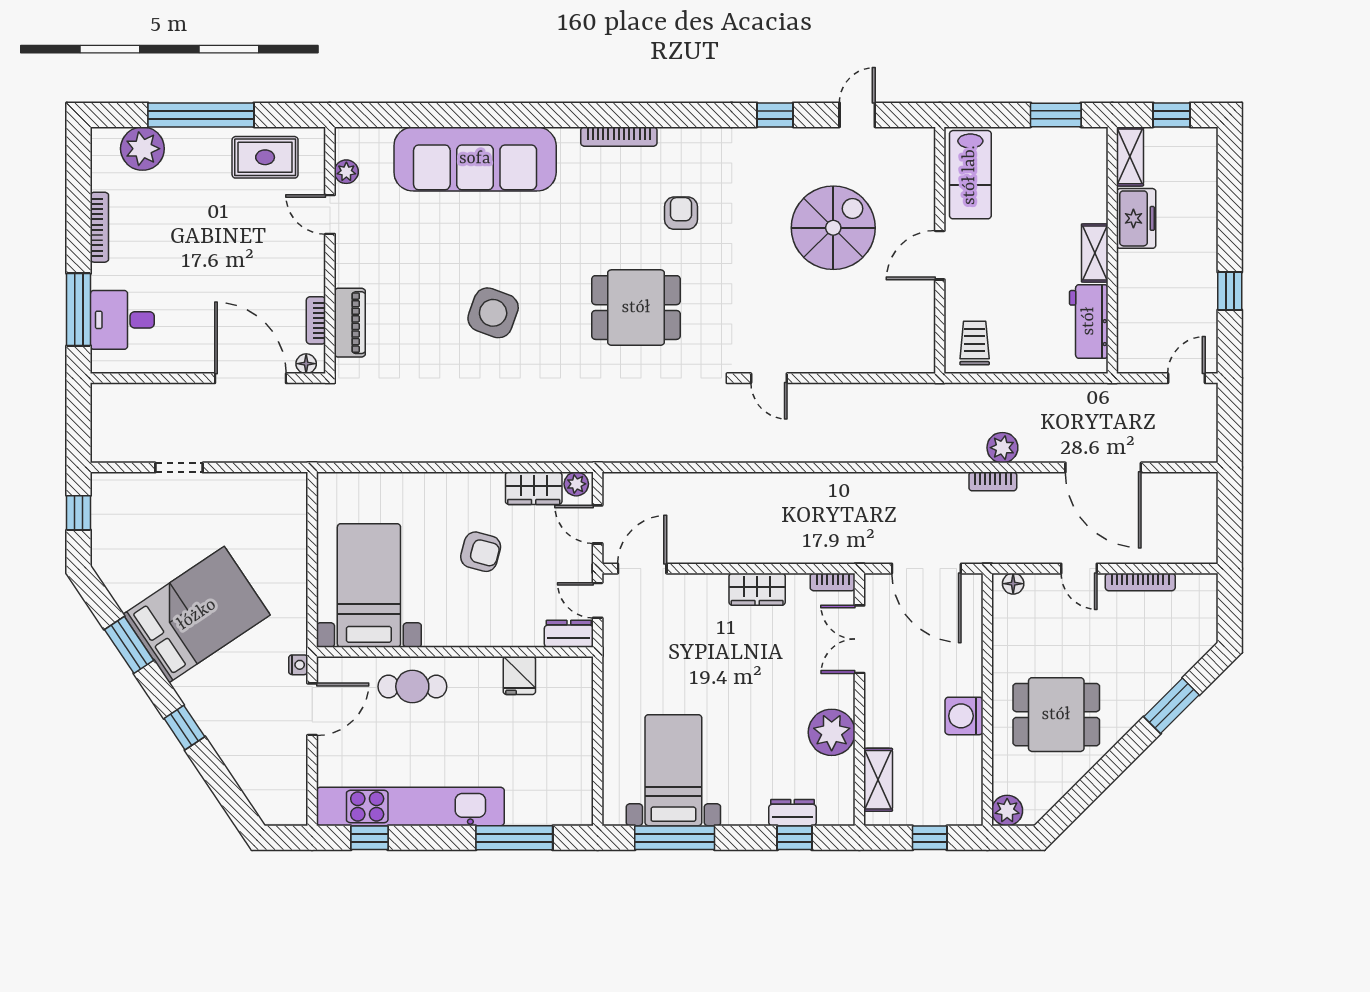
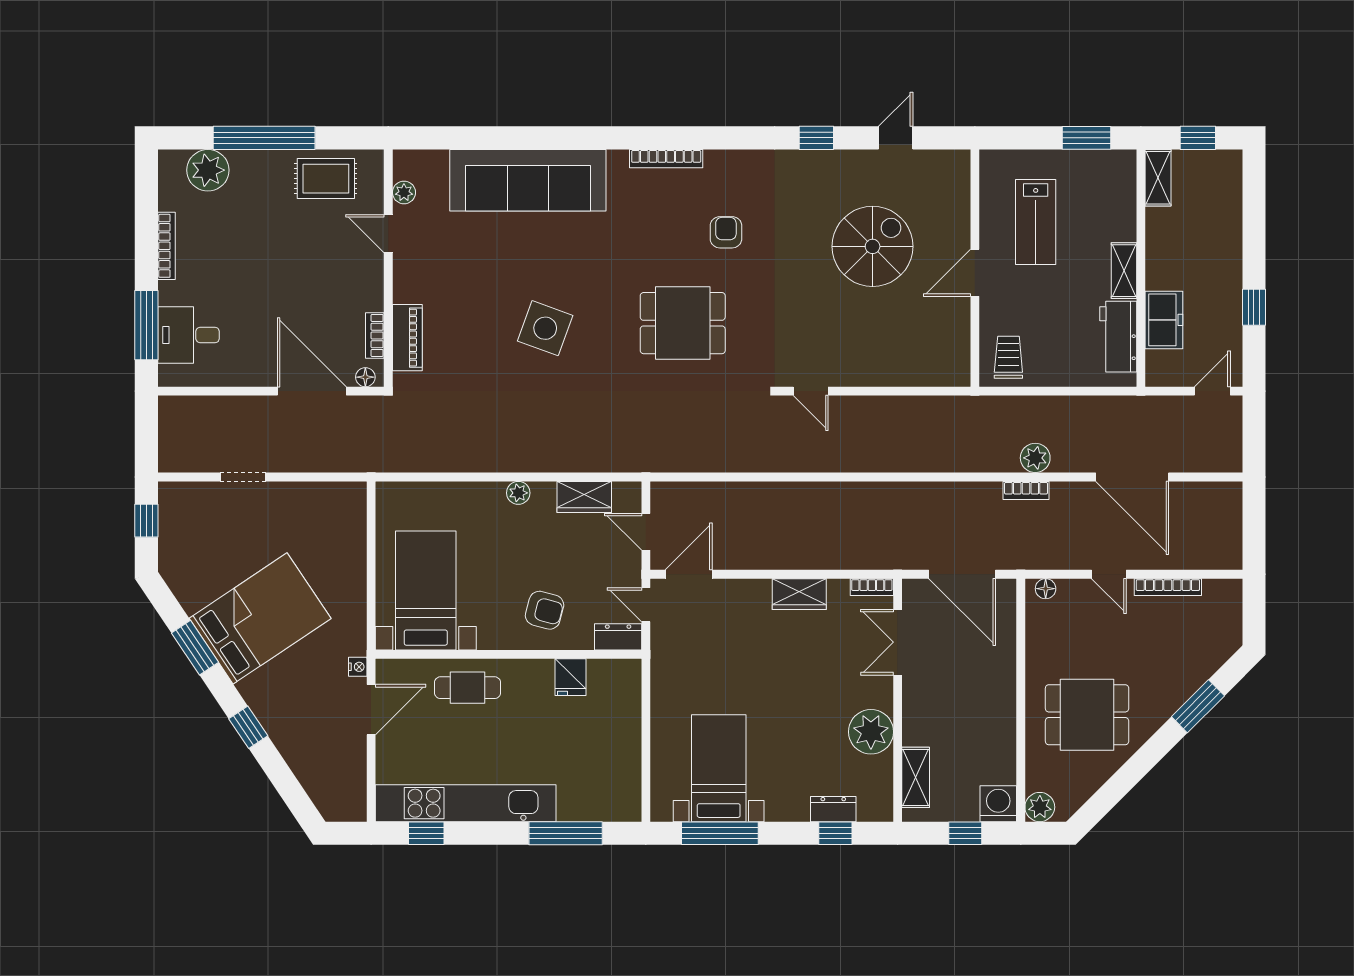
lab bench: (970, 175) -> (1036, 222), moved
freezer: (1136, 218) -> (1164, 320), moved
plant: (576, 484) -> (518, 493), moved
armchair: (481, 552) -> (545, 610), moved
washing machine: (964, 716) -> (998, 804), moved, turned 90

